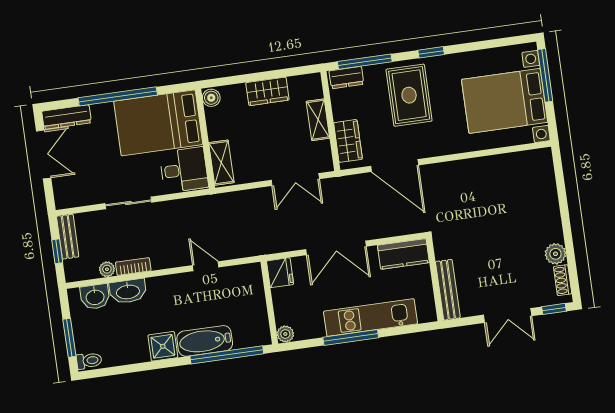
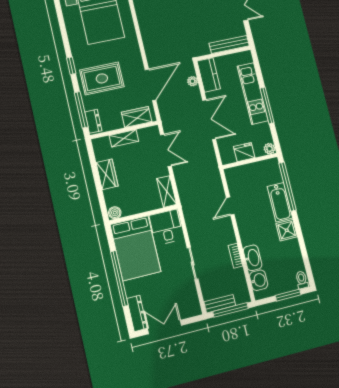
shelving: (221, 163) -> (167, 191), moved, turned 90
window: (57, 251) -> (231, 310), width x2.17
plant: (107, 269) -> (193, 81), moved
fridge: (280, 273) -> (244, 152), moved

